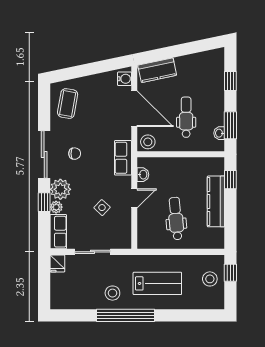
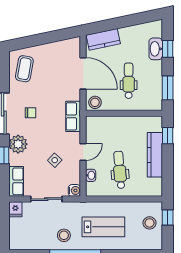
water cooler: (125, 79) -> (74, 190), moved
washbasin: (219, 133) -> (156, 49), moved, width x1.91, depth x1.45
washbasin: (143, 175) -> (91, 175), moved
plant: (56, 207) -> (14, 160), removed

